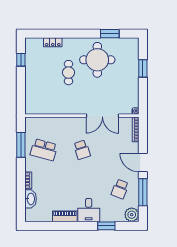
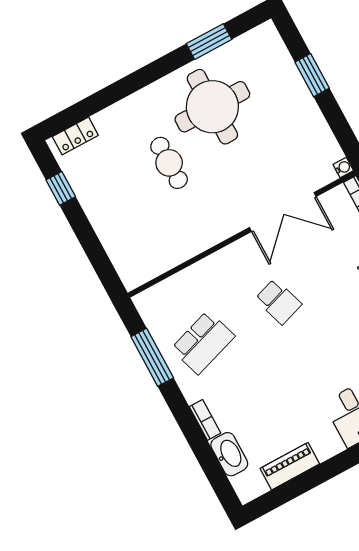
locker: (53, 42) -> (75, 136), moved
school desk: (44, 150) -> (203, 342), turned -33
piano: (65, 216) -> (290, 466), moved

